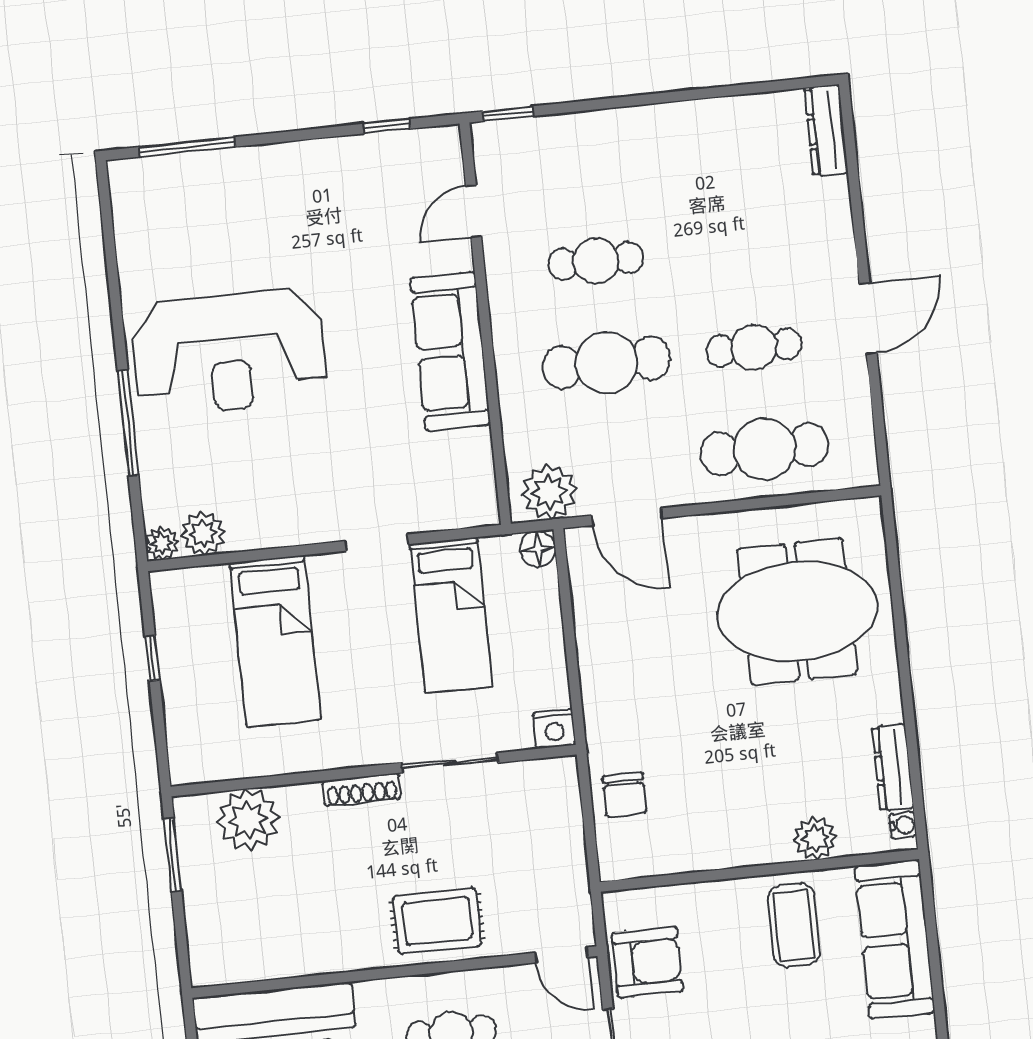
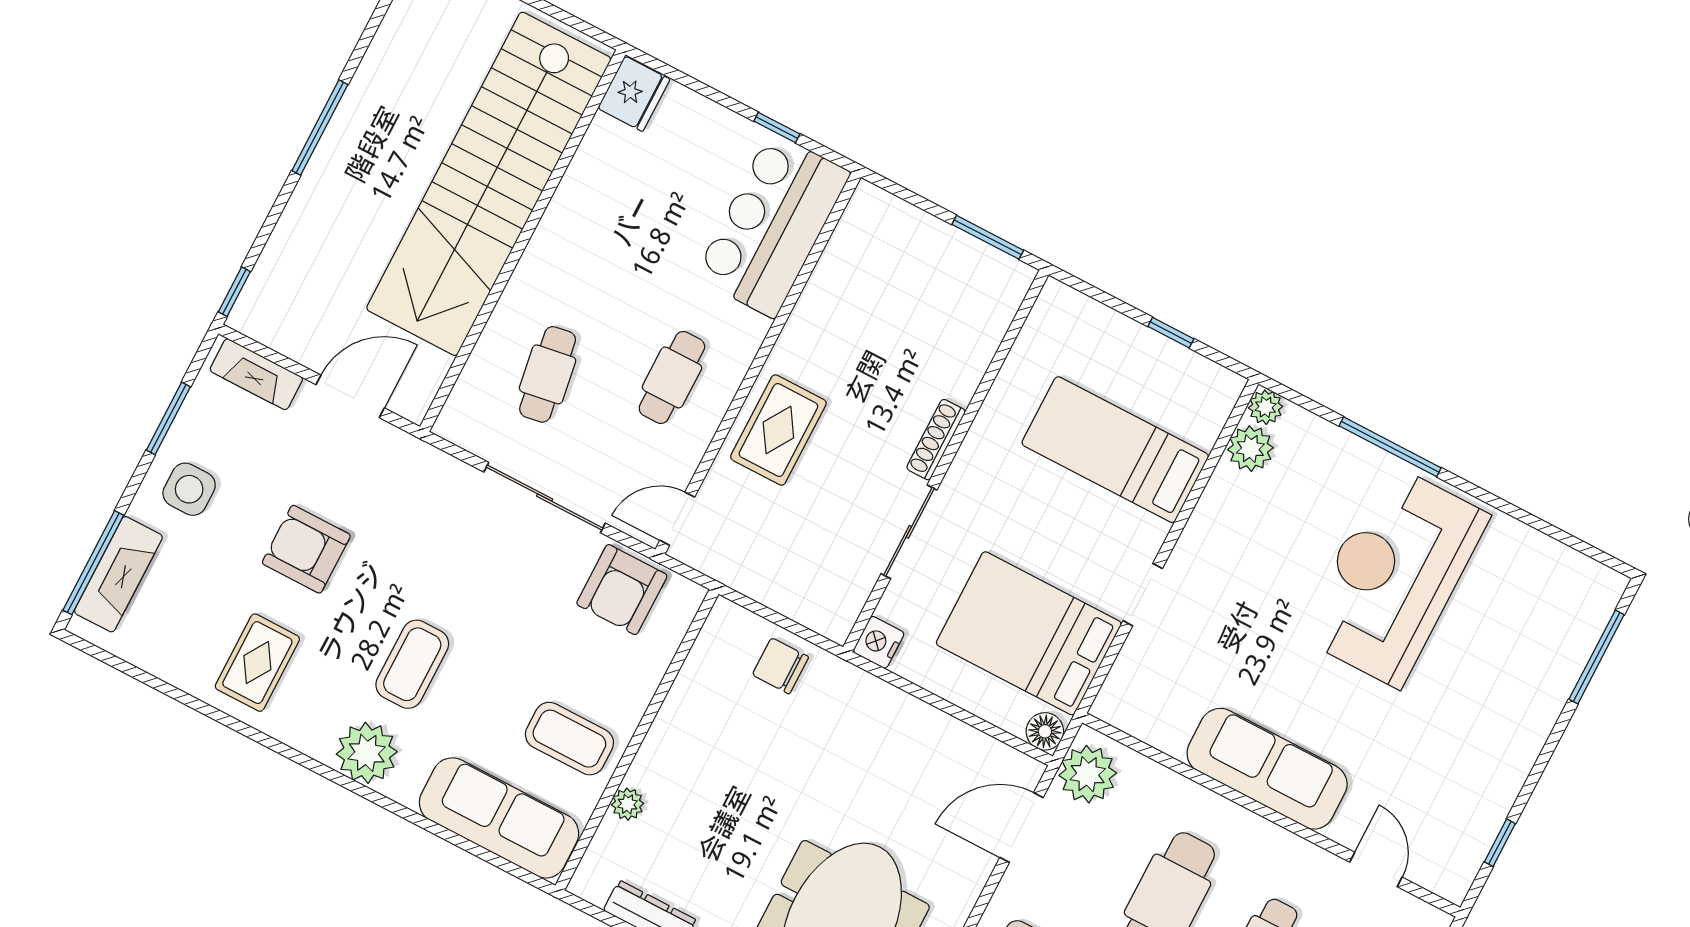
bed: (451, 615) -> (1029, 633), width x1.50
plant: (248, 820) -> (975, 324), removed
water cooler: (903, 825) -> (594, 891), removed
plant: (815, 838) -> (628, 804), width x0.73, depth x0.73

